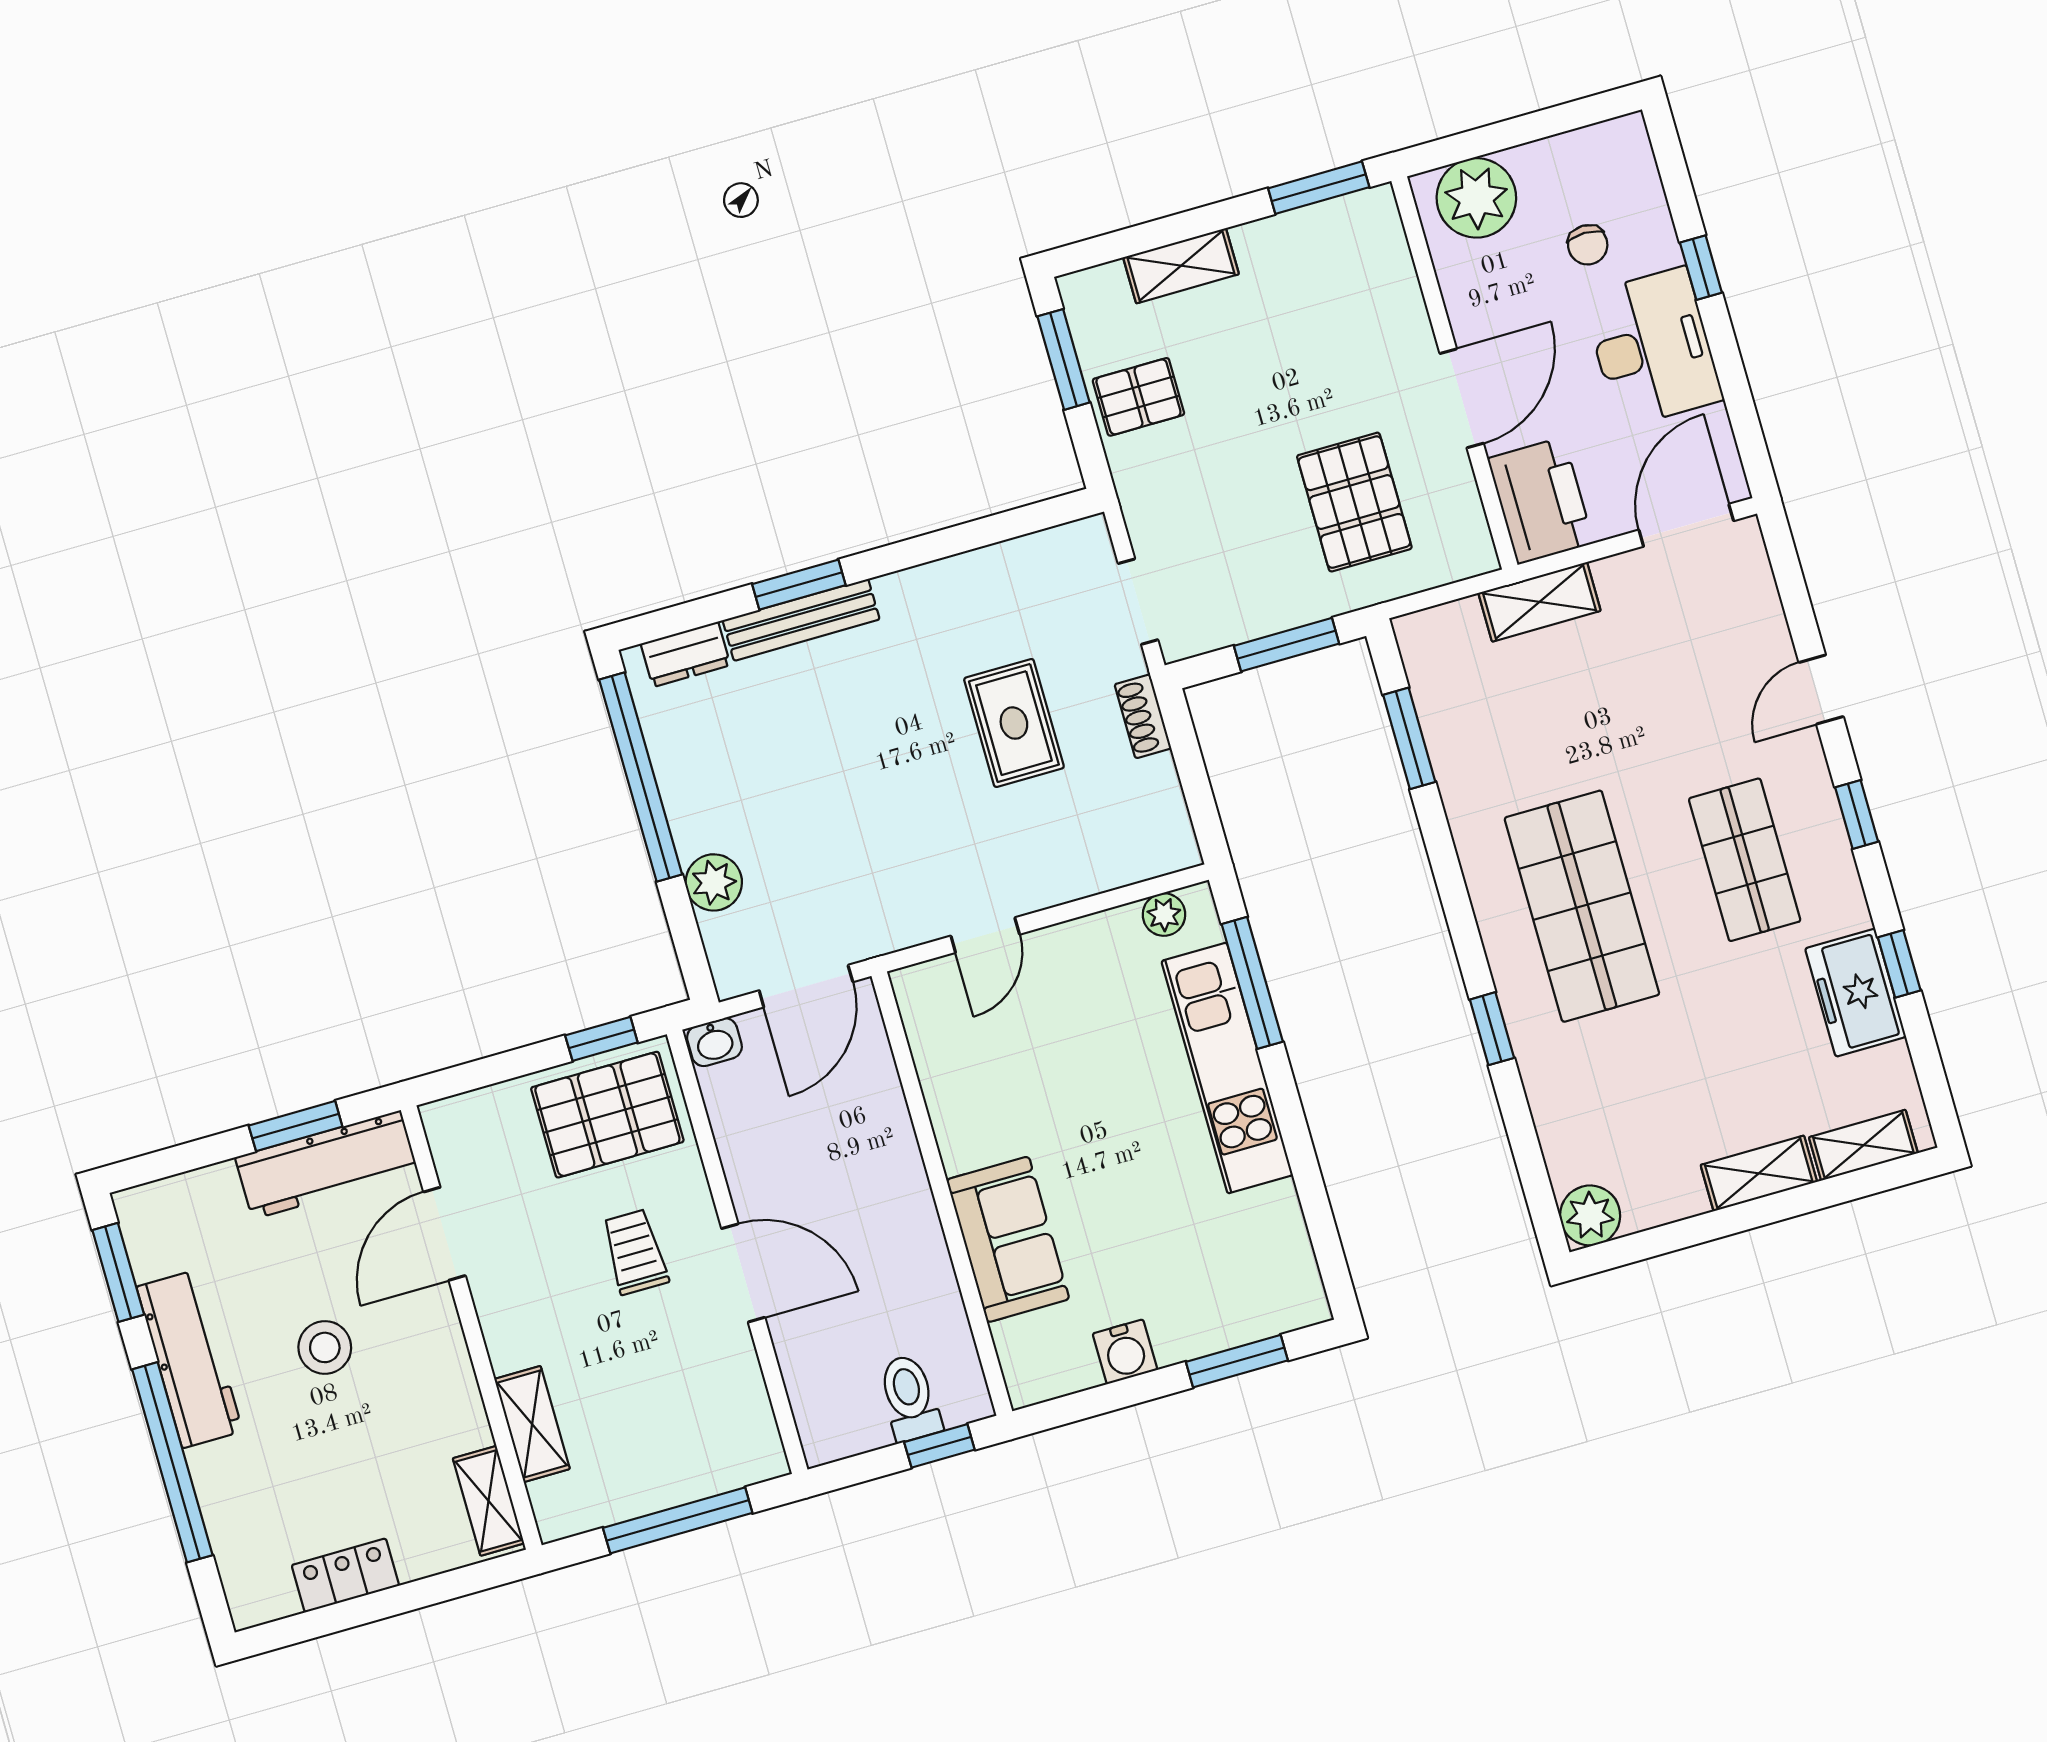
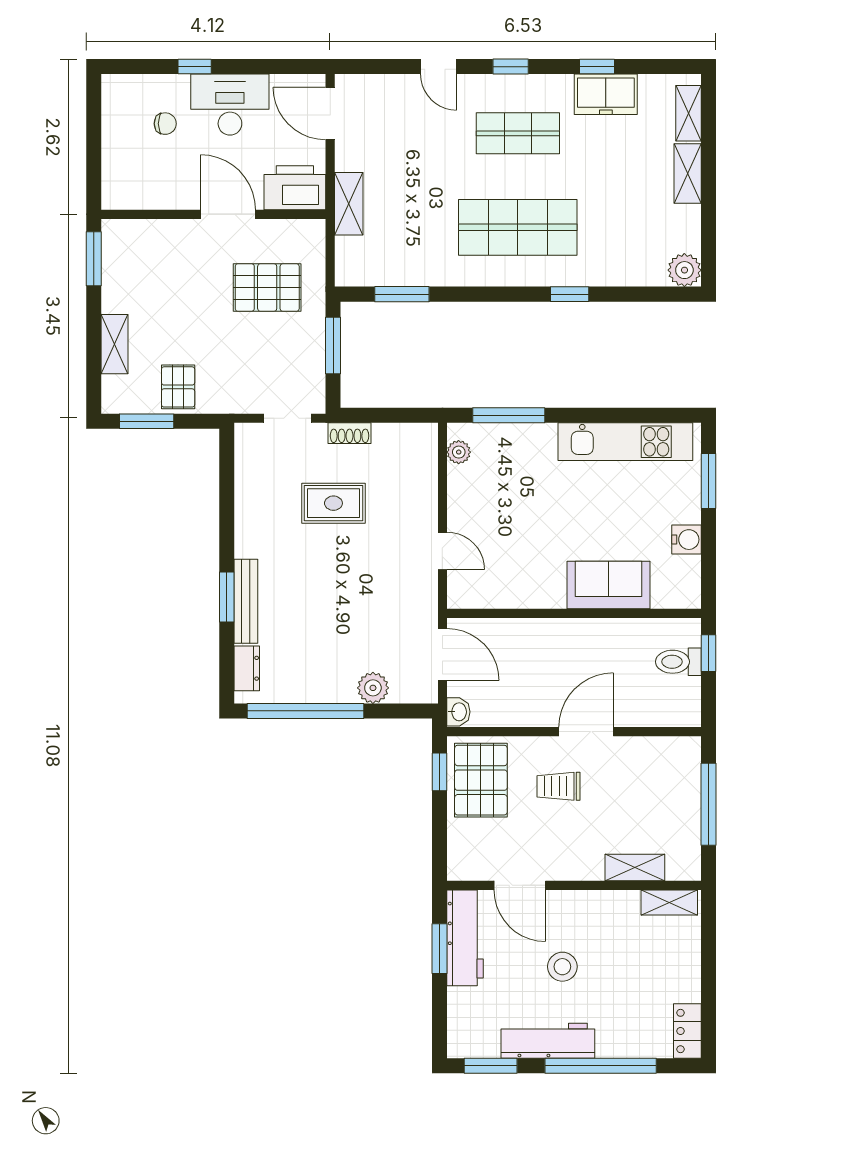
plant: (1476, 198) -> (123, 176), removed
kitchen unit: (1227, 1068) -> (625, 442), moved
locker: (345, 1575) -> (687, 1031), moved

